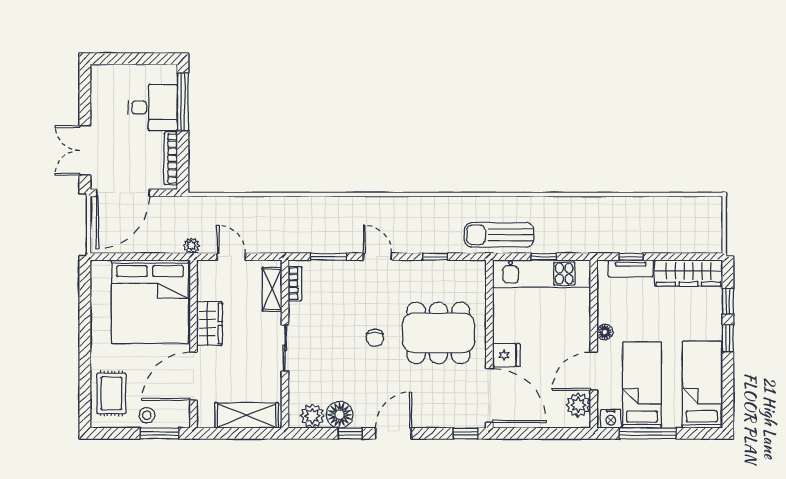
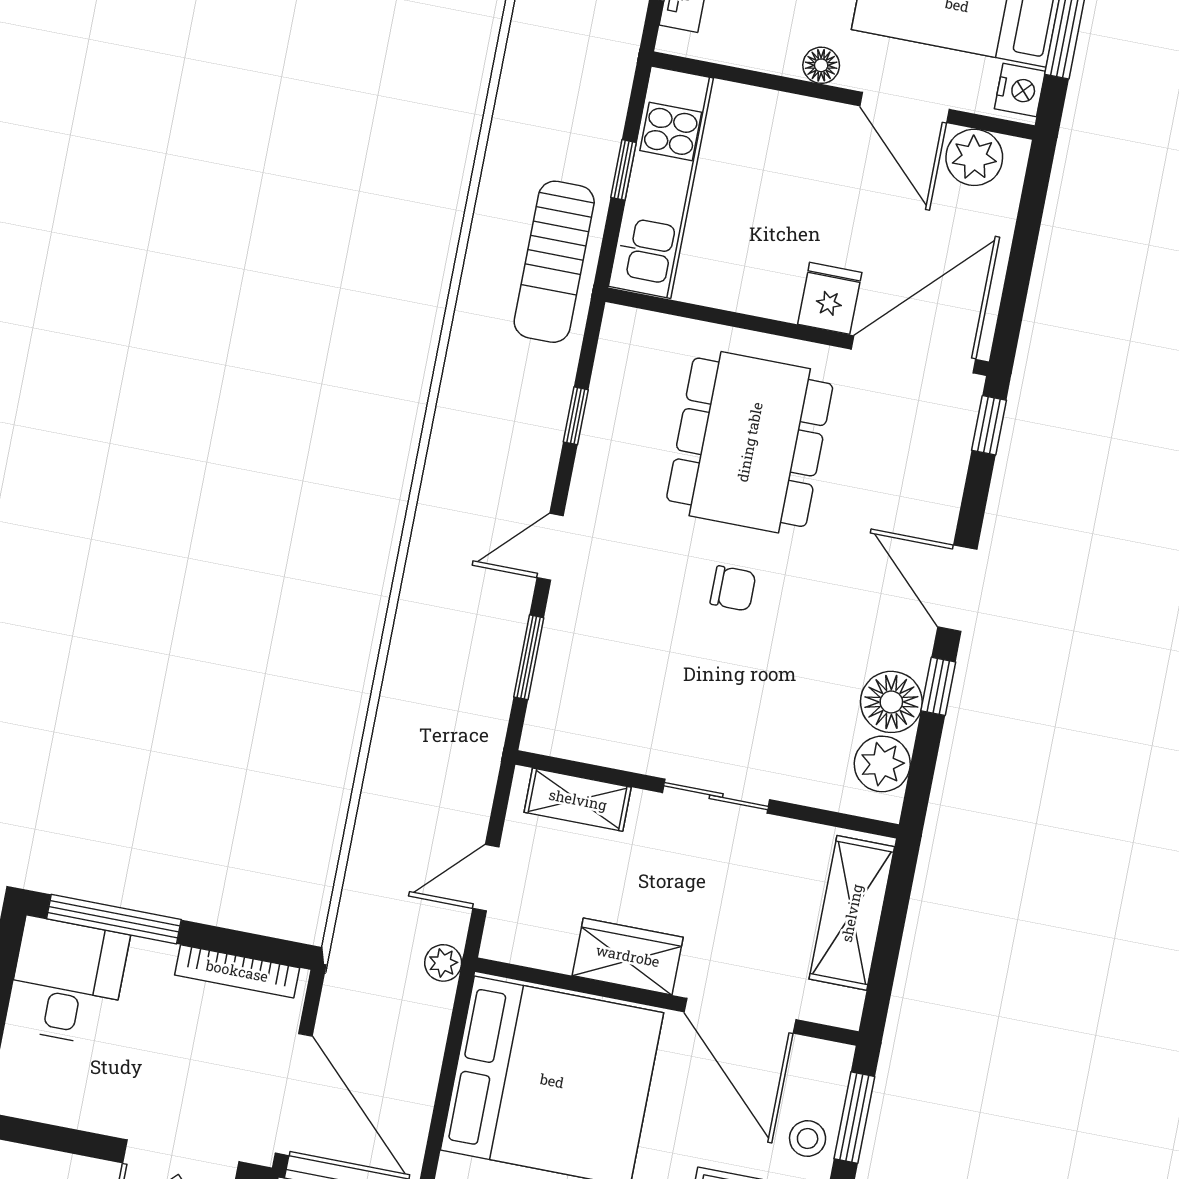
desk: (153, 107) -> (67, 981), moved
bookcase: (295, 284) -> (575, 745), removed

